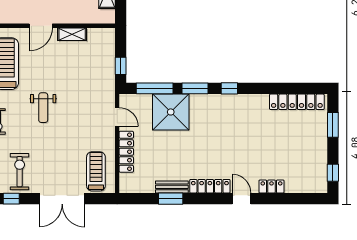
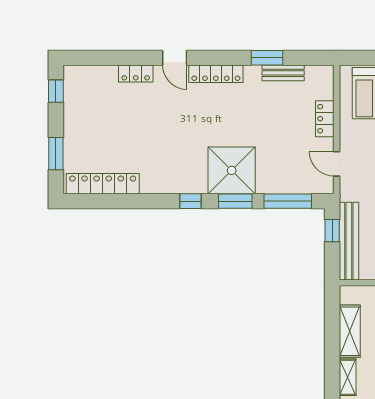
bench: (108, 58) -> (349, 241), added
shower: (171, 112) -> (232, 170), moved
locker: (126, 152) -> (325, 119), width x0.66
bench: (172, 187) -> (283, 73), moved

